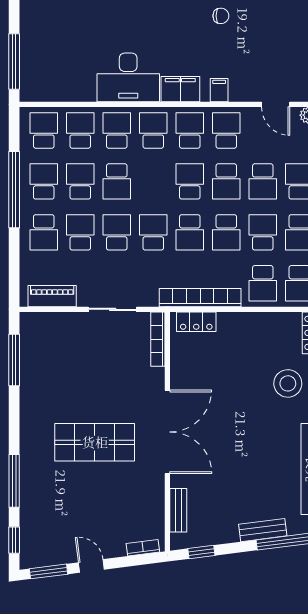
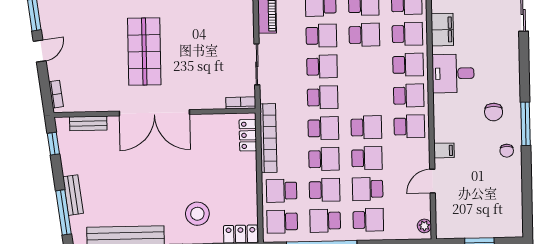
chair: (175, 31) -> (494, 112), added
desk: (128, 77) -> (453, 73), width x0.73
filing cabinet: (180, 89) -> (442, 30), moved
door: (276, 104) -> (432, 181), moved
school desk: (226, 131) -> (410, 157), removed
school desk: (117, 181) -> (365, 66), removed
school desk: (226, 181) -> (367, 158), turned 180
school desk: (190, 232) -> (323, 128), turned 180
school desk: (226, 232) -> (324, 159), turned 180
bookcase: (158, 339) -> (241, 103), width x0.64

